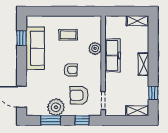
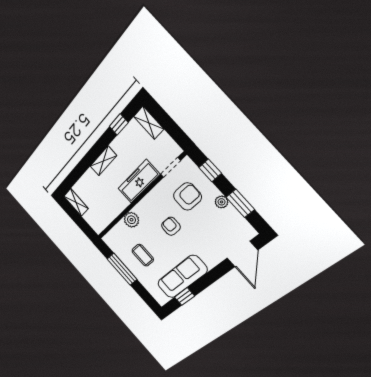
window: (71, 11) -> (122, 269), added
freezer: (113, 55) -> (139, 181), moved
armchair: (79, 95) -> (187, 197), turned -90
plant: (56, 107) -> (222, 202), width x0.53, depth x0.53

